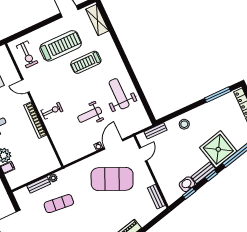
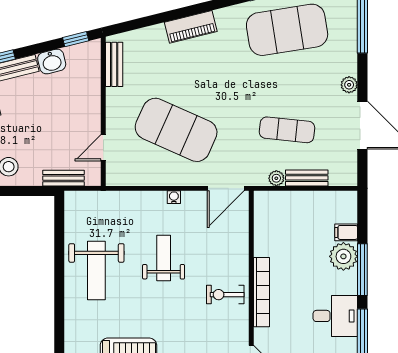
weight bench: (90, 115) -> (164, 258), turned -90
door: (114, 144) -> (226, 188), moved
window: (189, 193) -> (76, 39), moved

